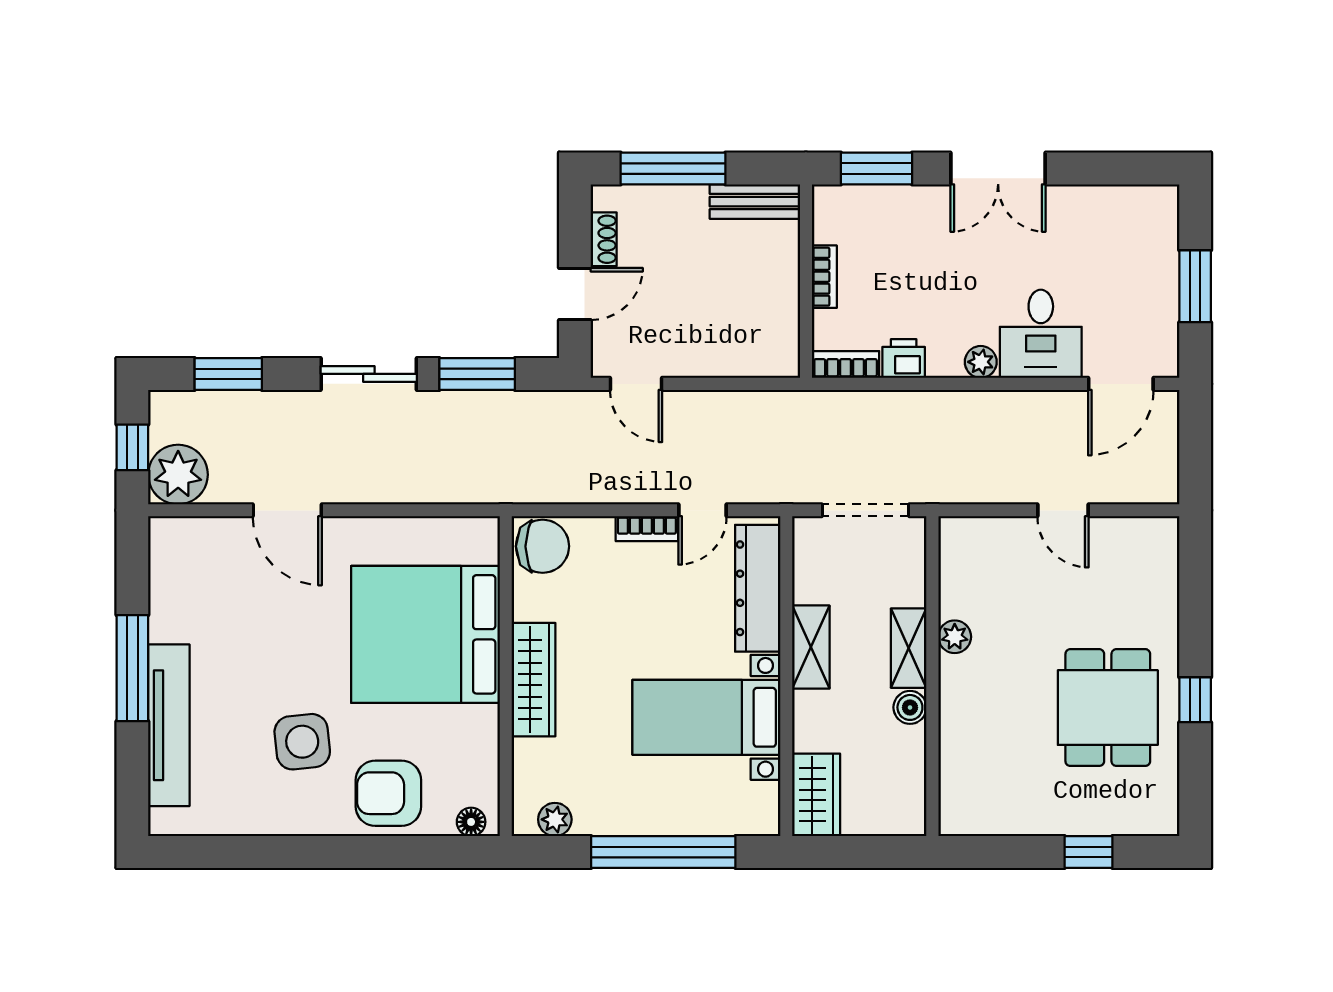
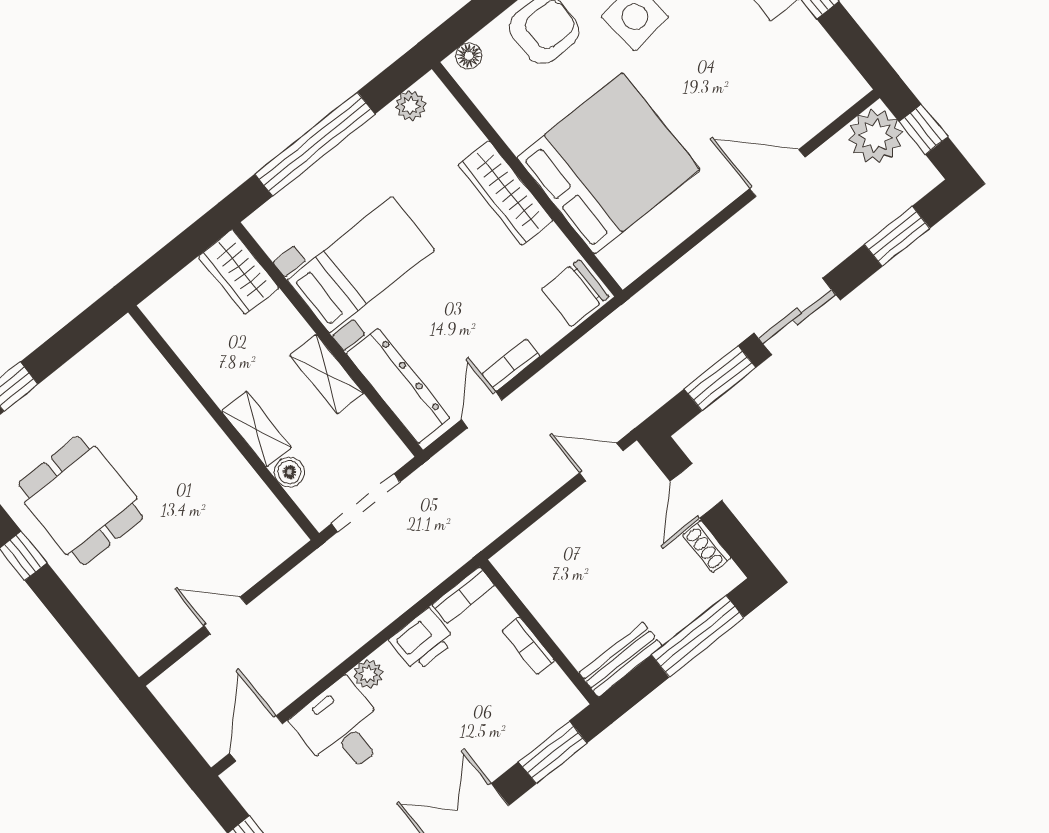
printer: (904, 359) -> (422, 640), width x1.36, depth x1.24
plant: (955, 637) -> (230, 464), removed
boiler: (910, 707) -> (289, 472), moved

